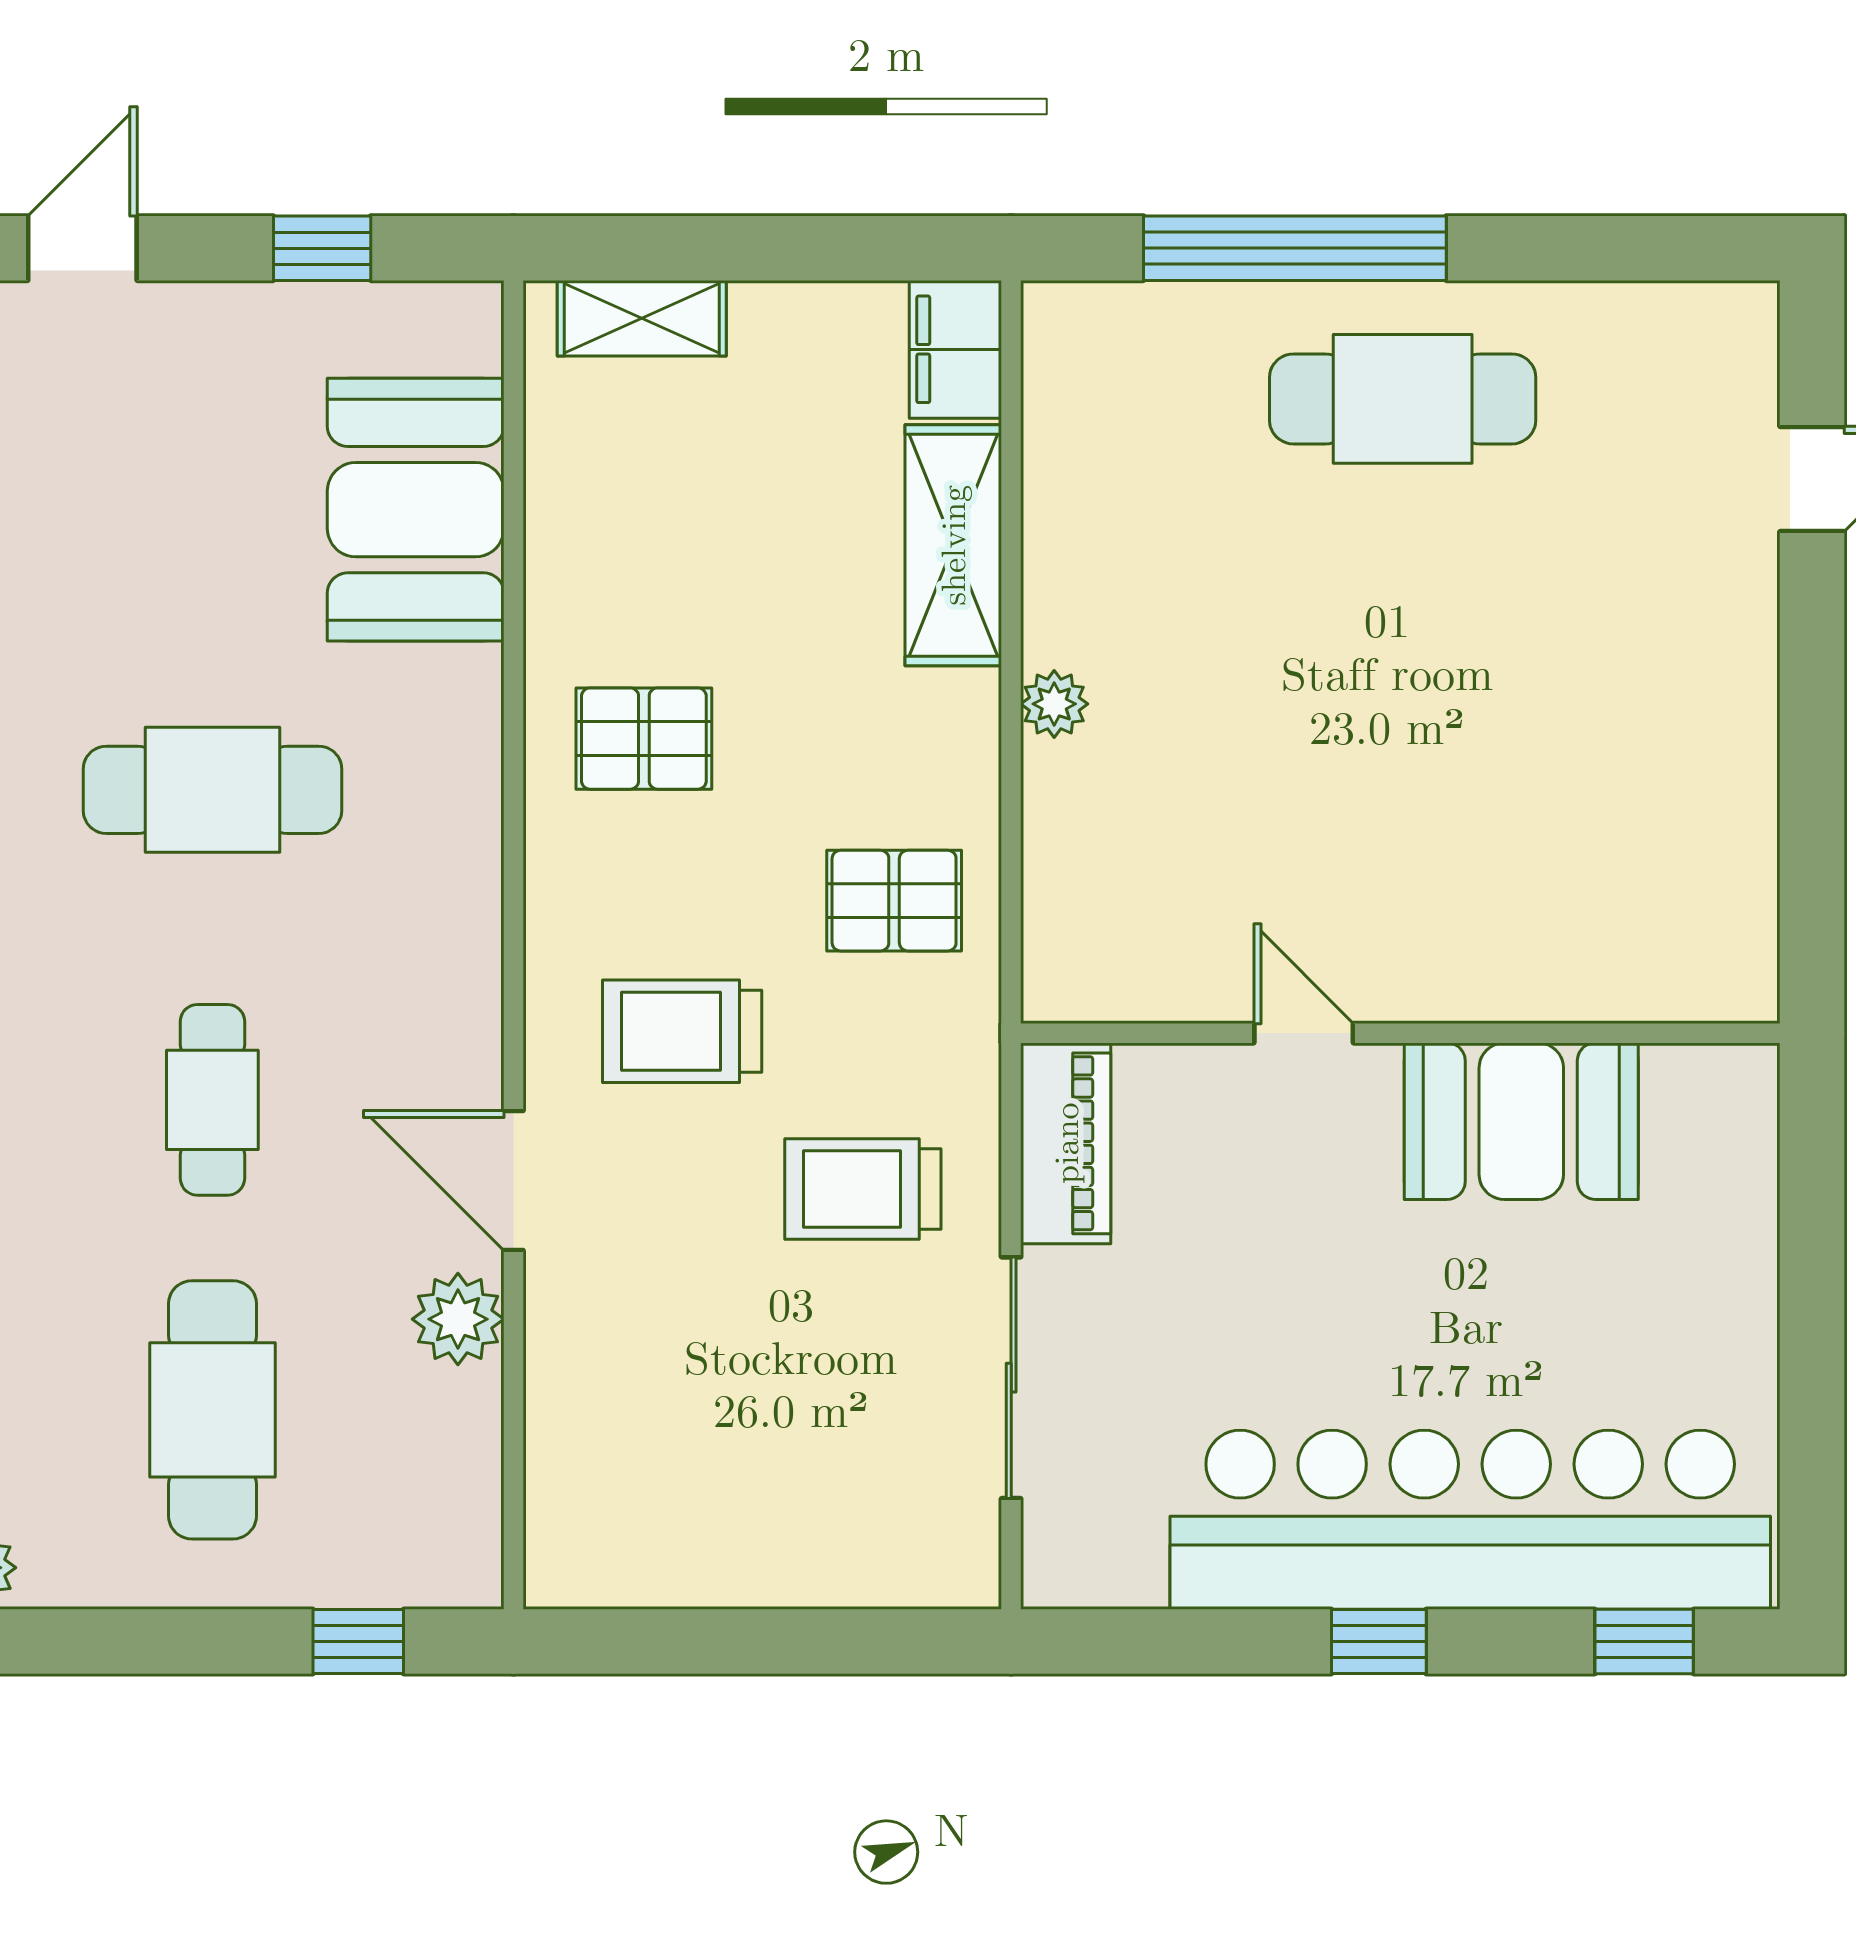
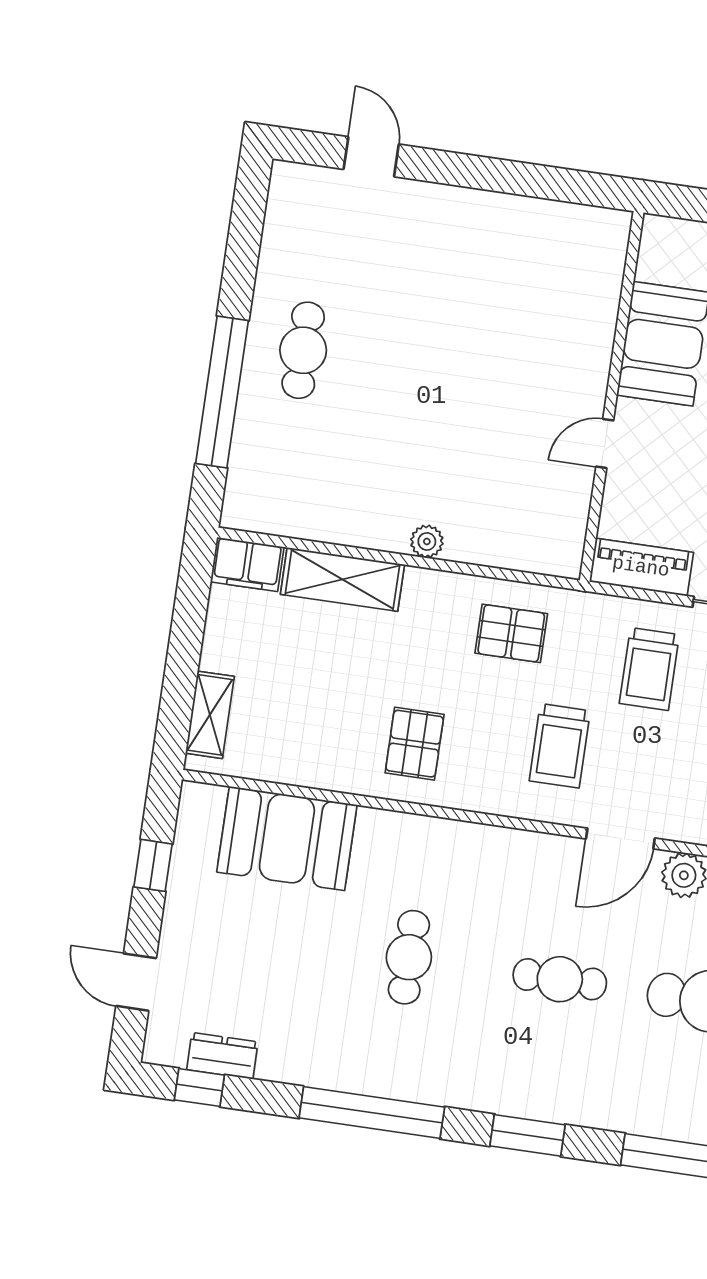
cafe table: (1403, 399) -> (303, 350), width x0.73, depth x0.74
cafe table: (212, 790) -> (409, 957), width x0.73, depth x0.74
pallet: (894, 901) -> (511, 633), turned 90

